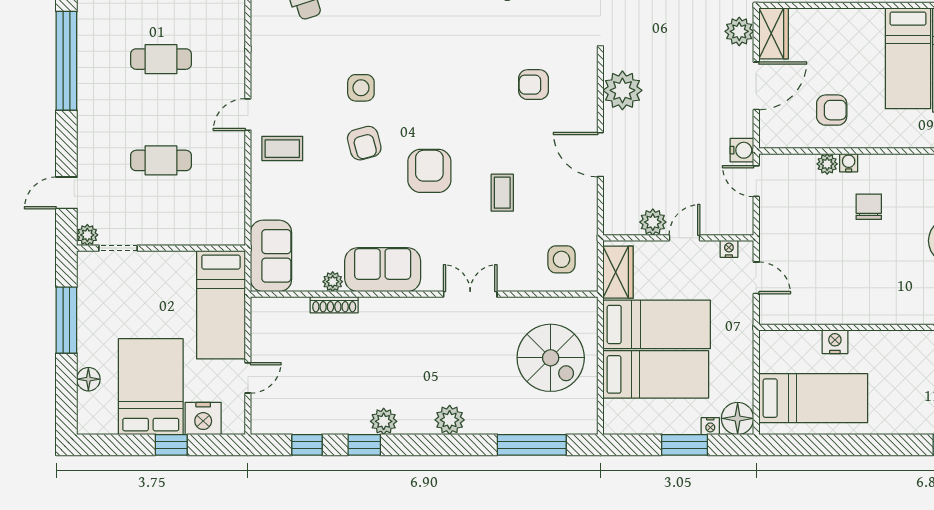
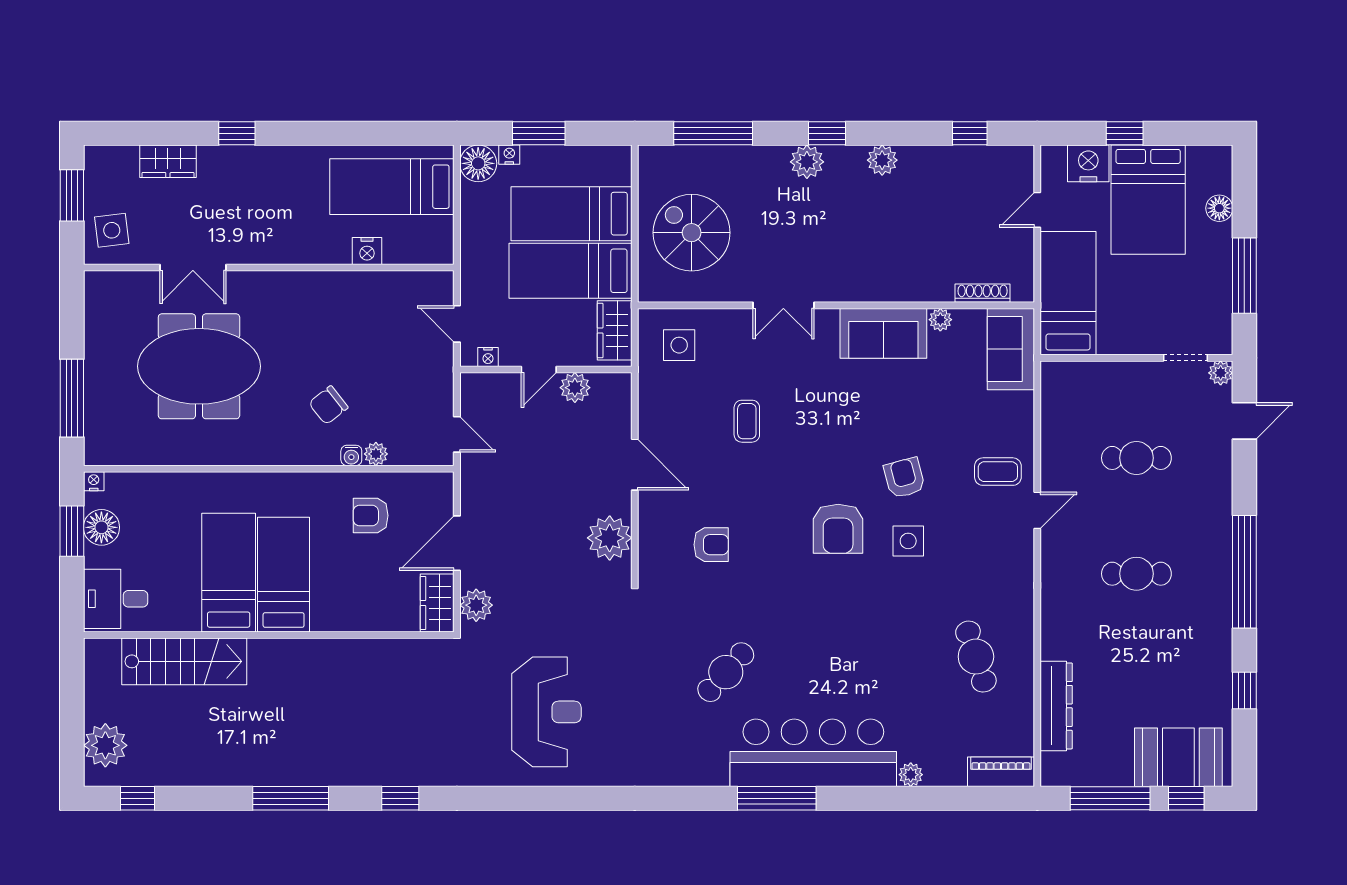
water cooler: (742, 150) -> (473, 470), removed
armchair: (429, 171) -> (838, 529), moved
chair: (869, 207) -> (328, 405), turned 52
shoe rack: (334, 305) -> (983, 293), moved
window: (364, 445) -> (827, 133), moved

